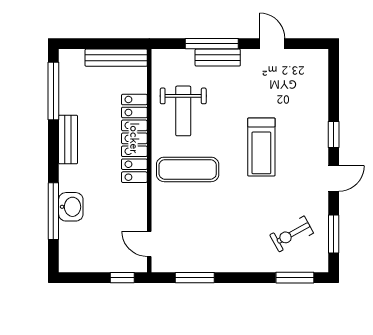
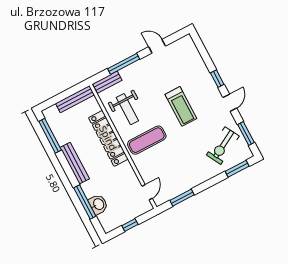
bench: (218, 58) -> (107, 82), moved
bench: (68, 139) -> (75, 163), width x1.36
washbasin: (71, 207) -> (98, 204), moved
exercise bike: (292, 234) -> (223, 146), width x1.38, depth x1.39
door: (149, 244) -> (147, 192), swing flipped
window: (122, 278) -> (130, 225), moved

